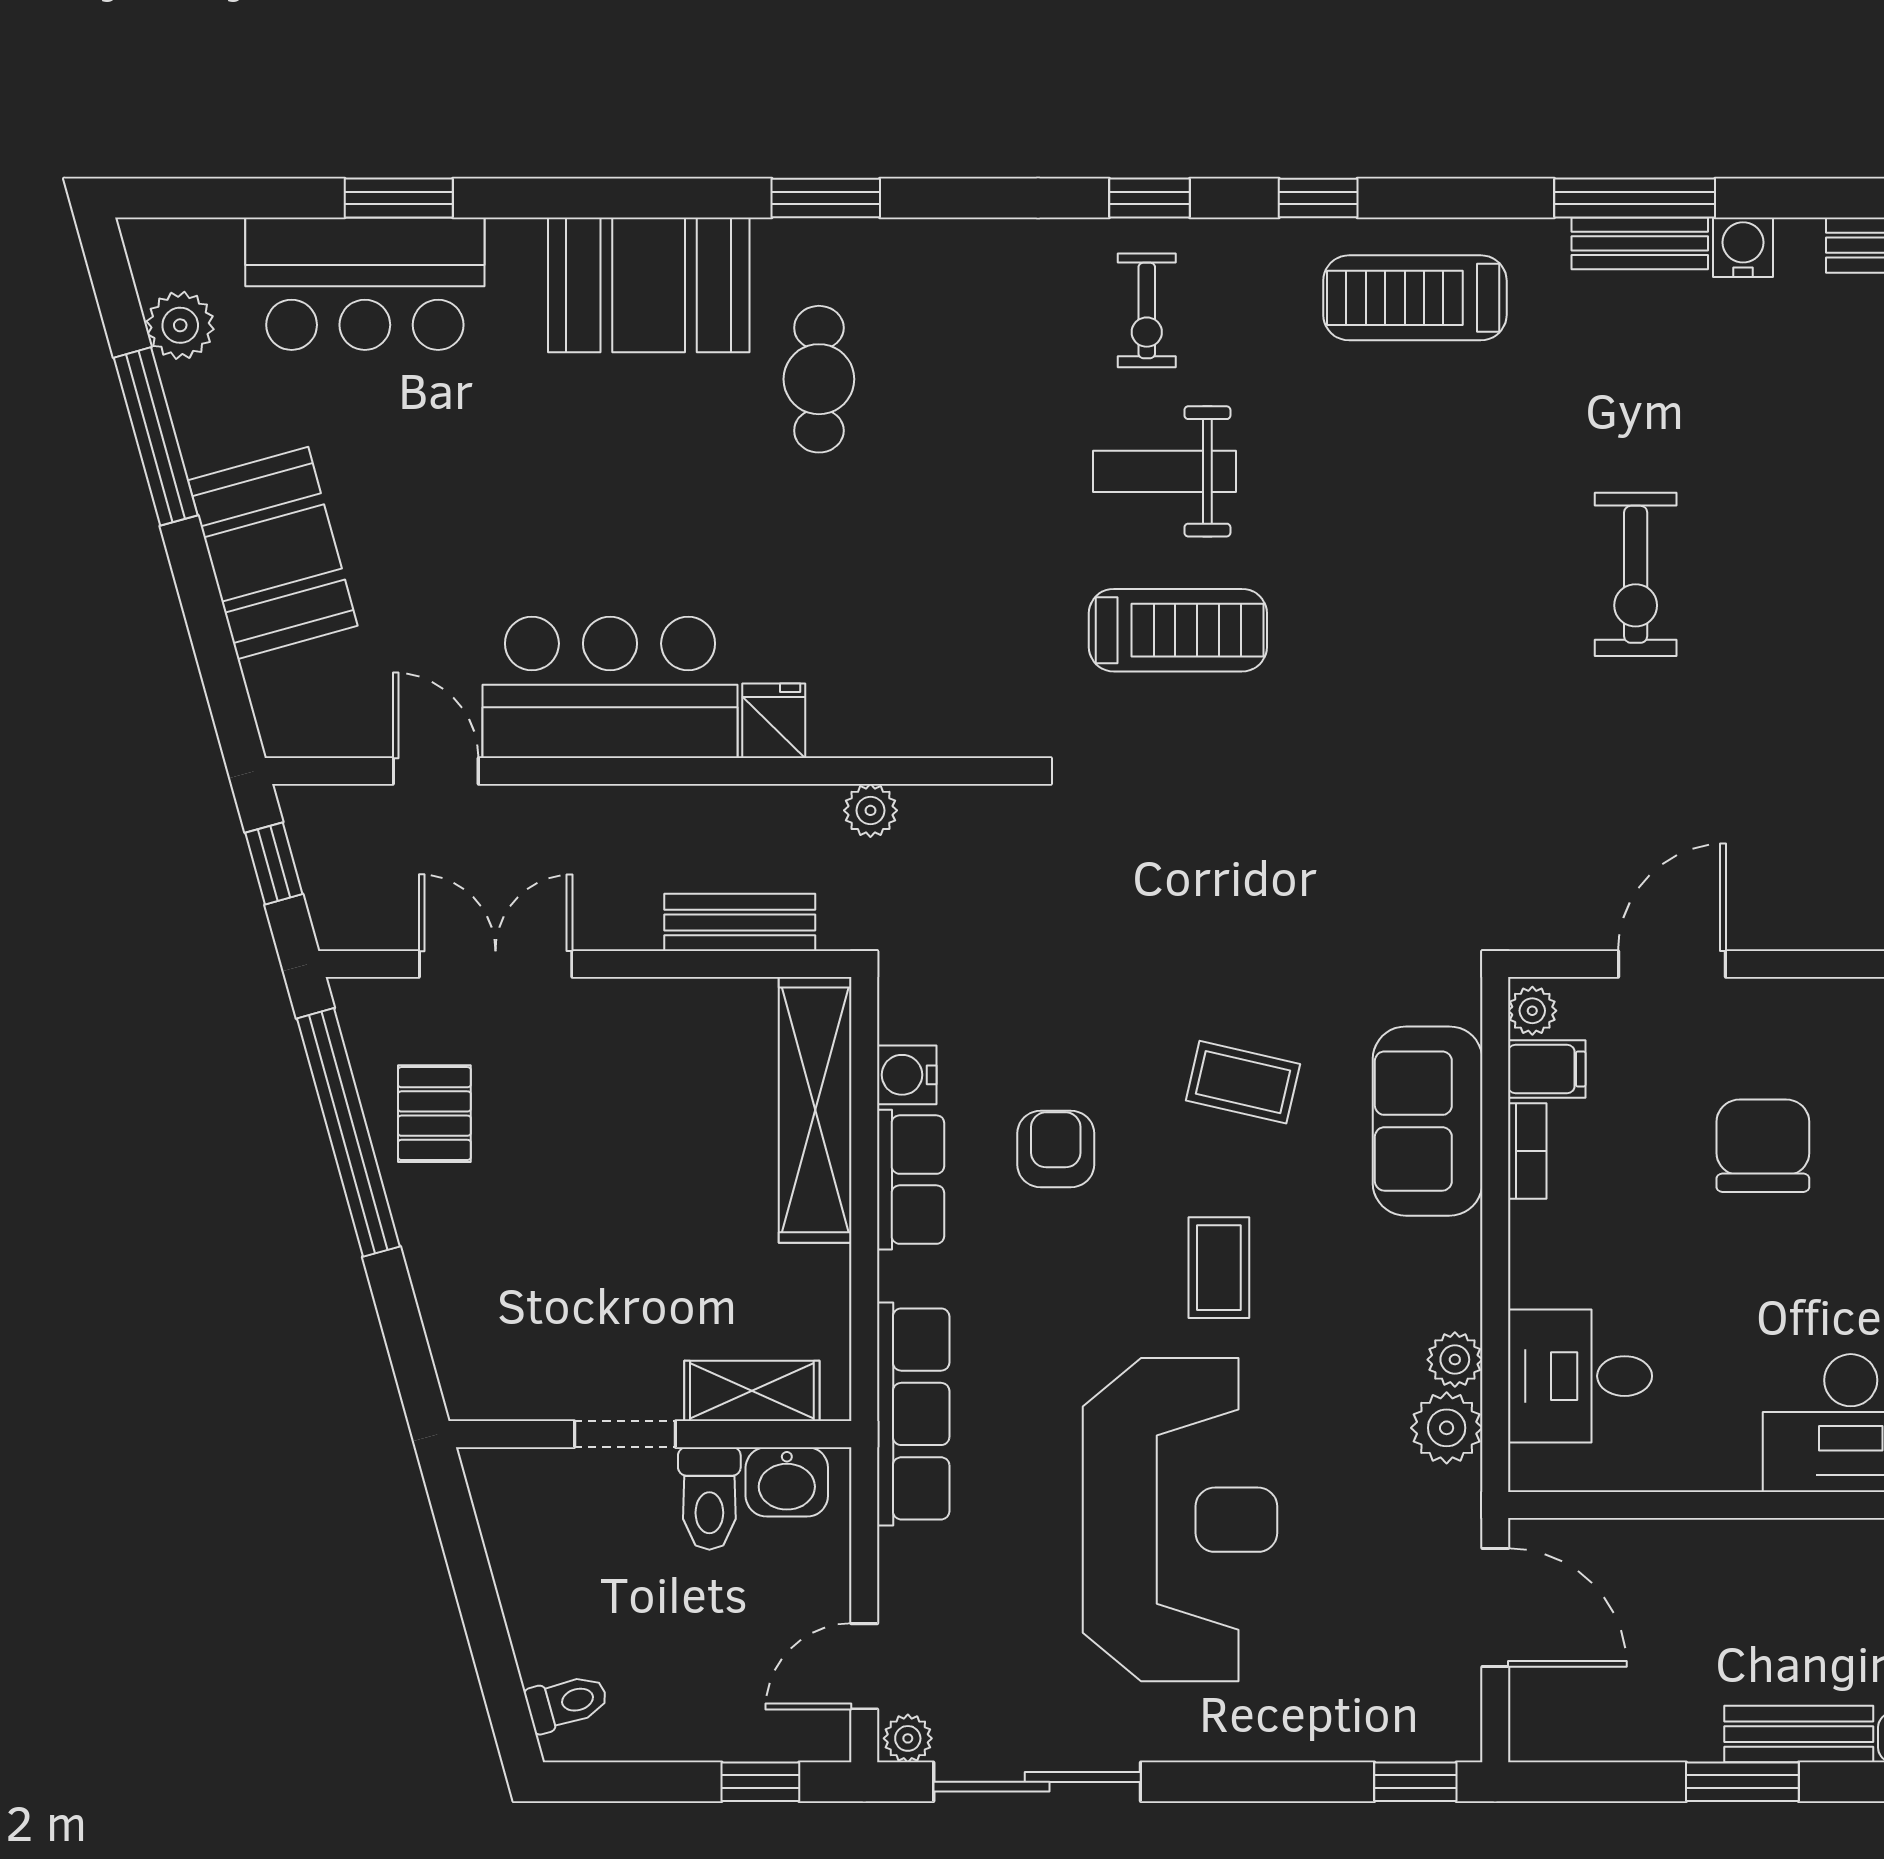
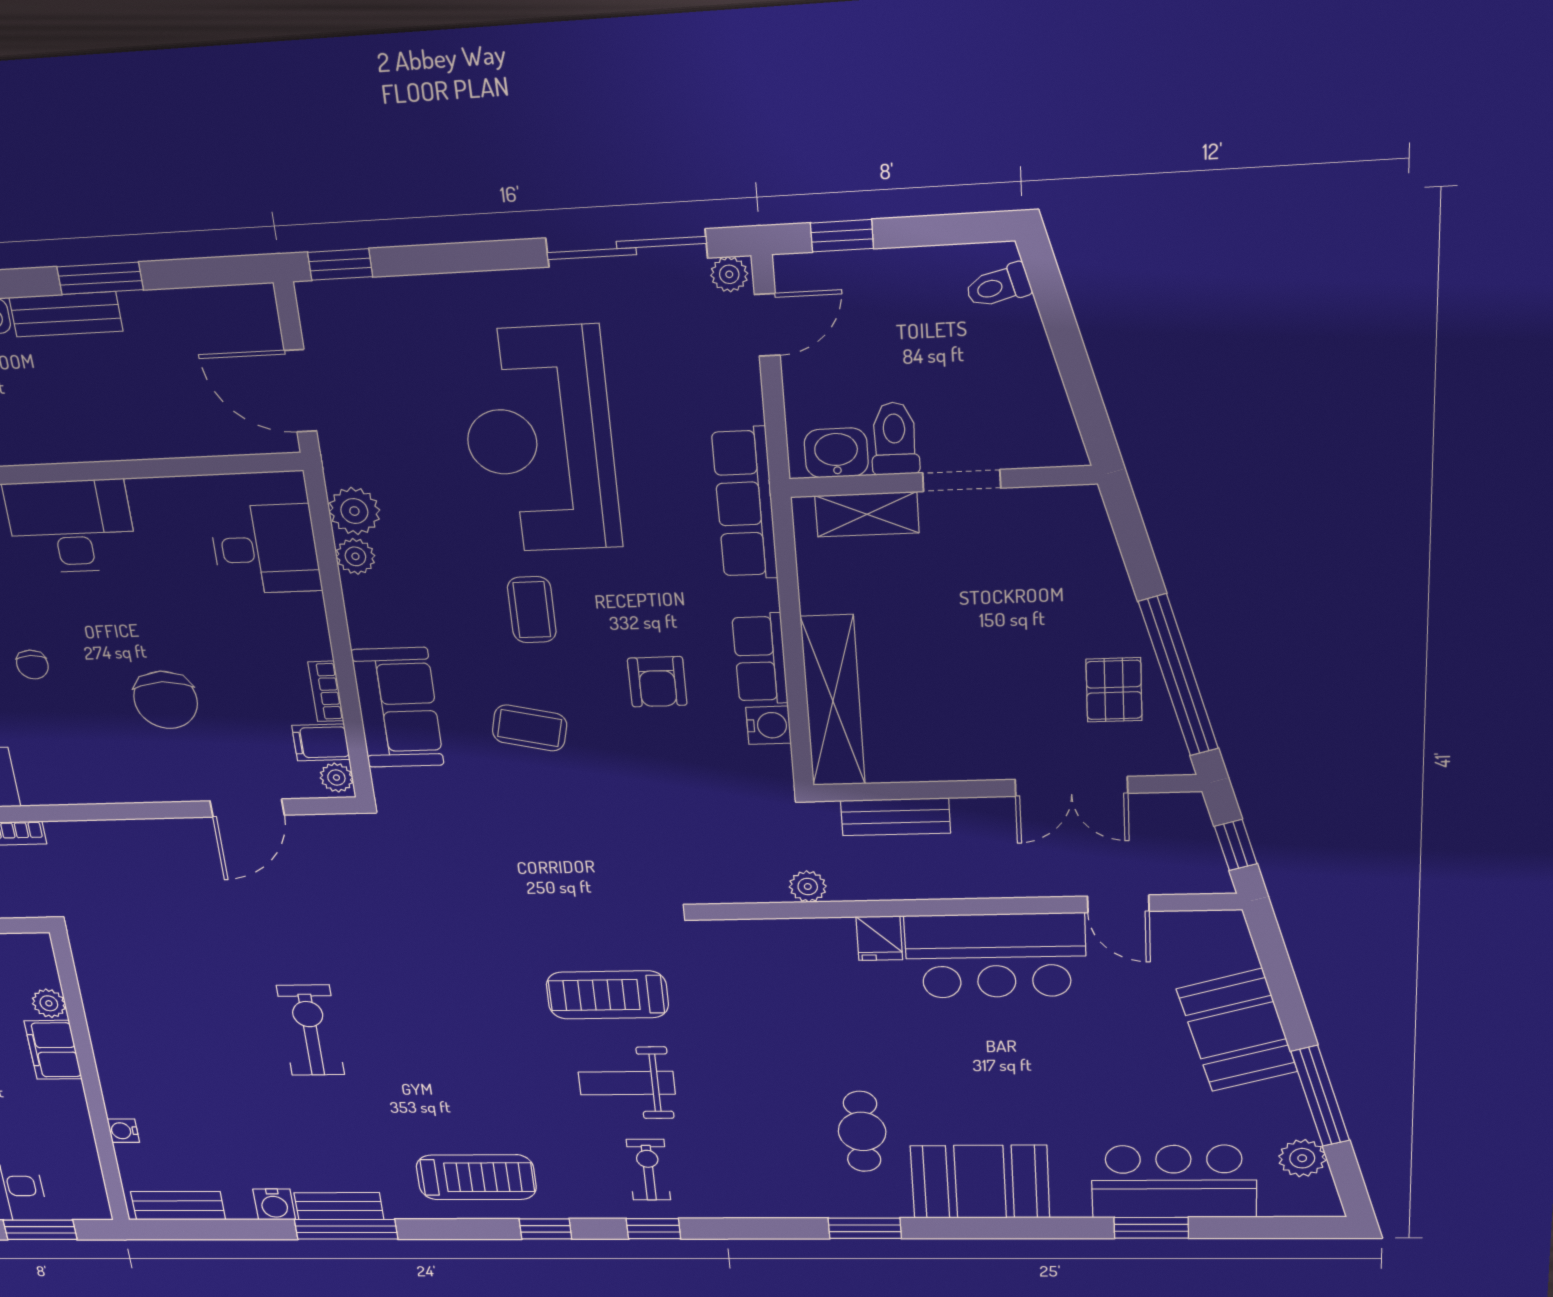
weight bench: (1165, 471) -> (627, 1083), turned 180

